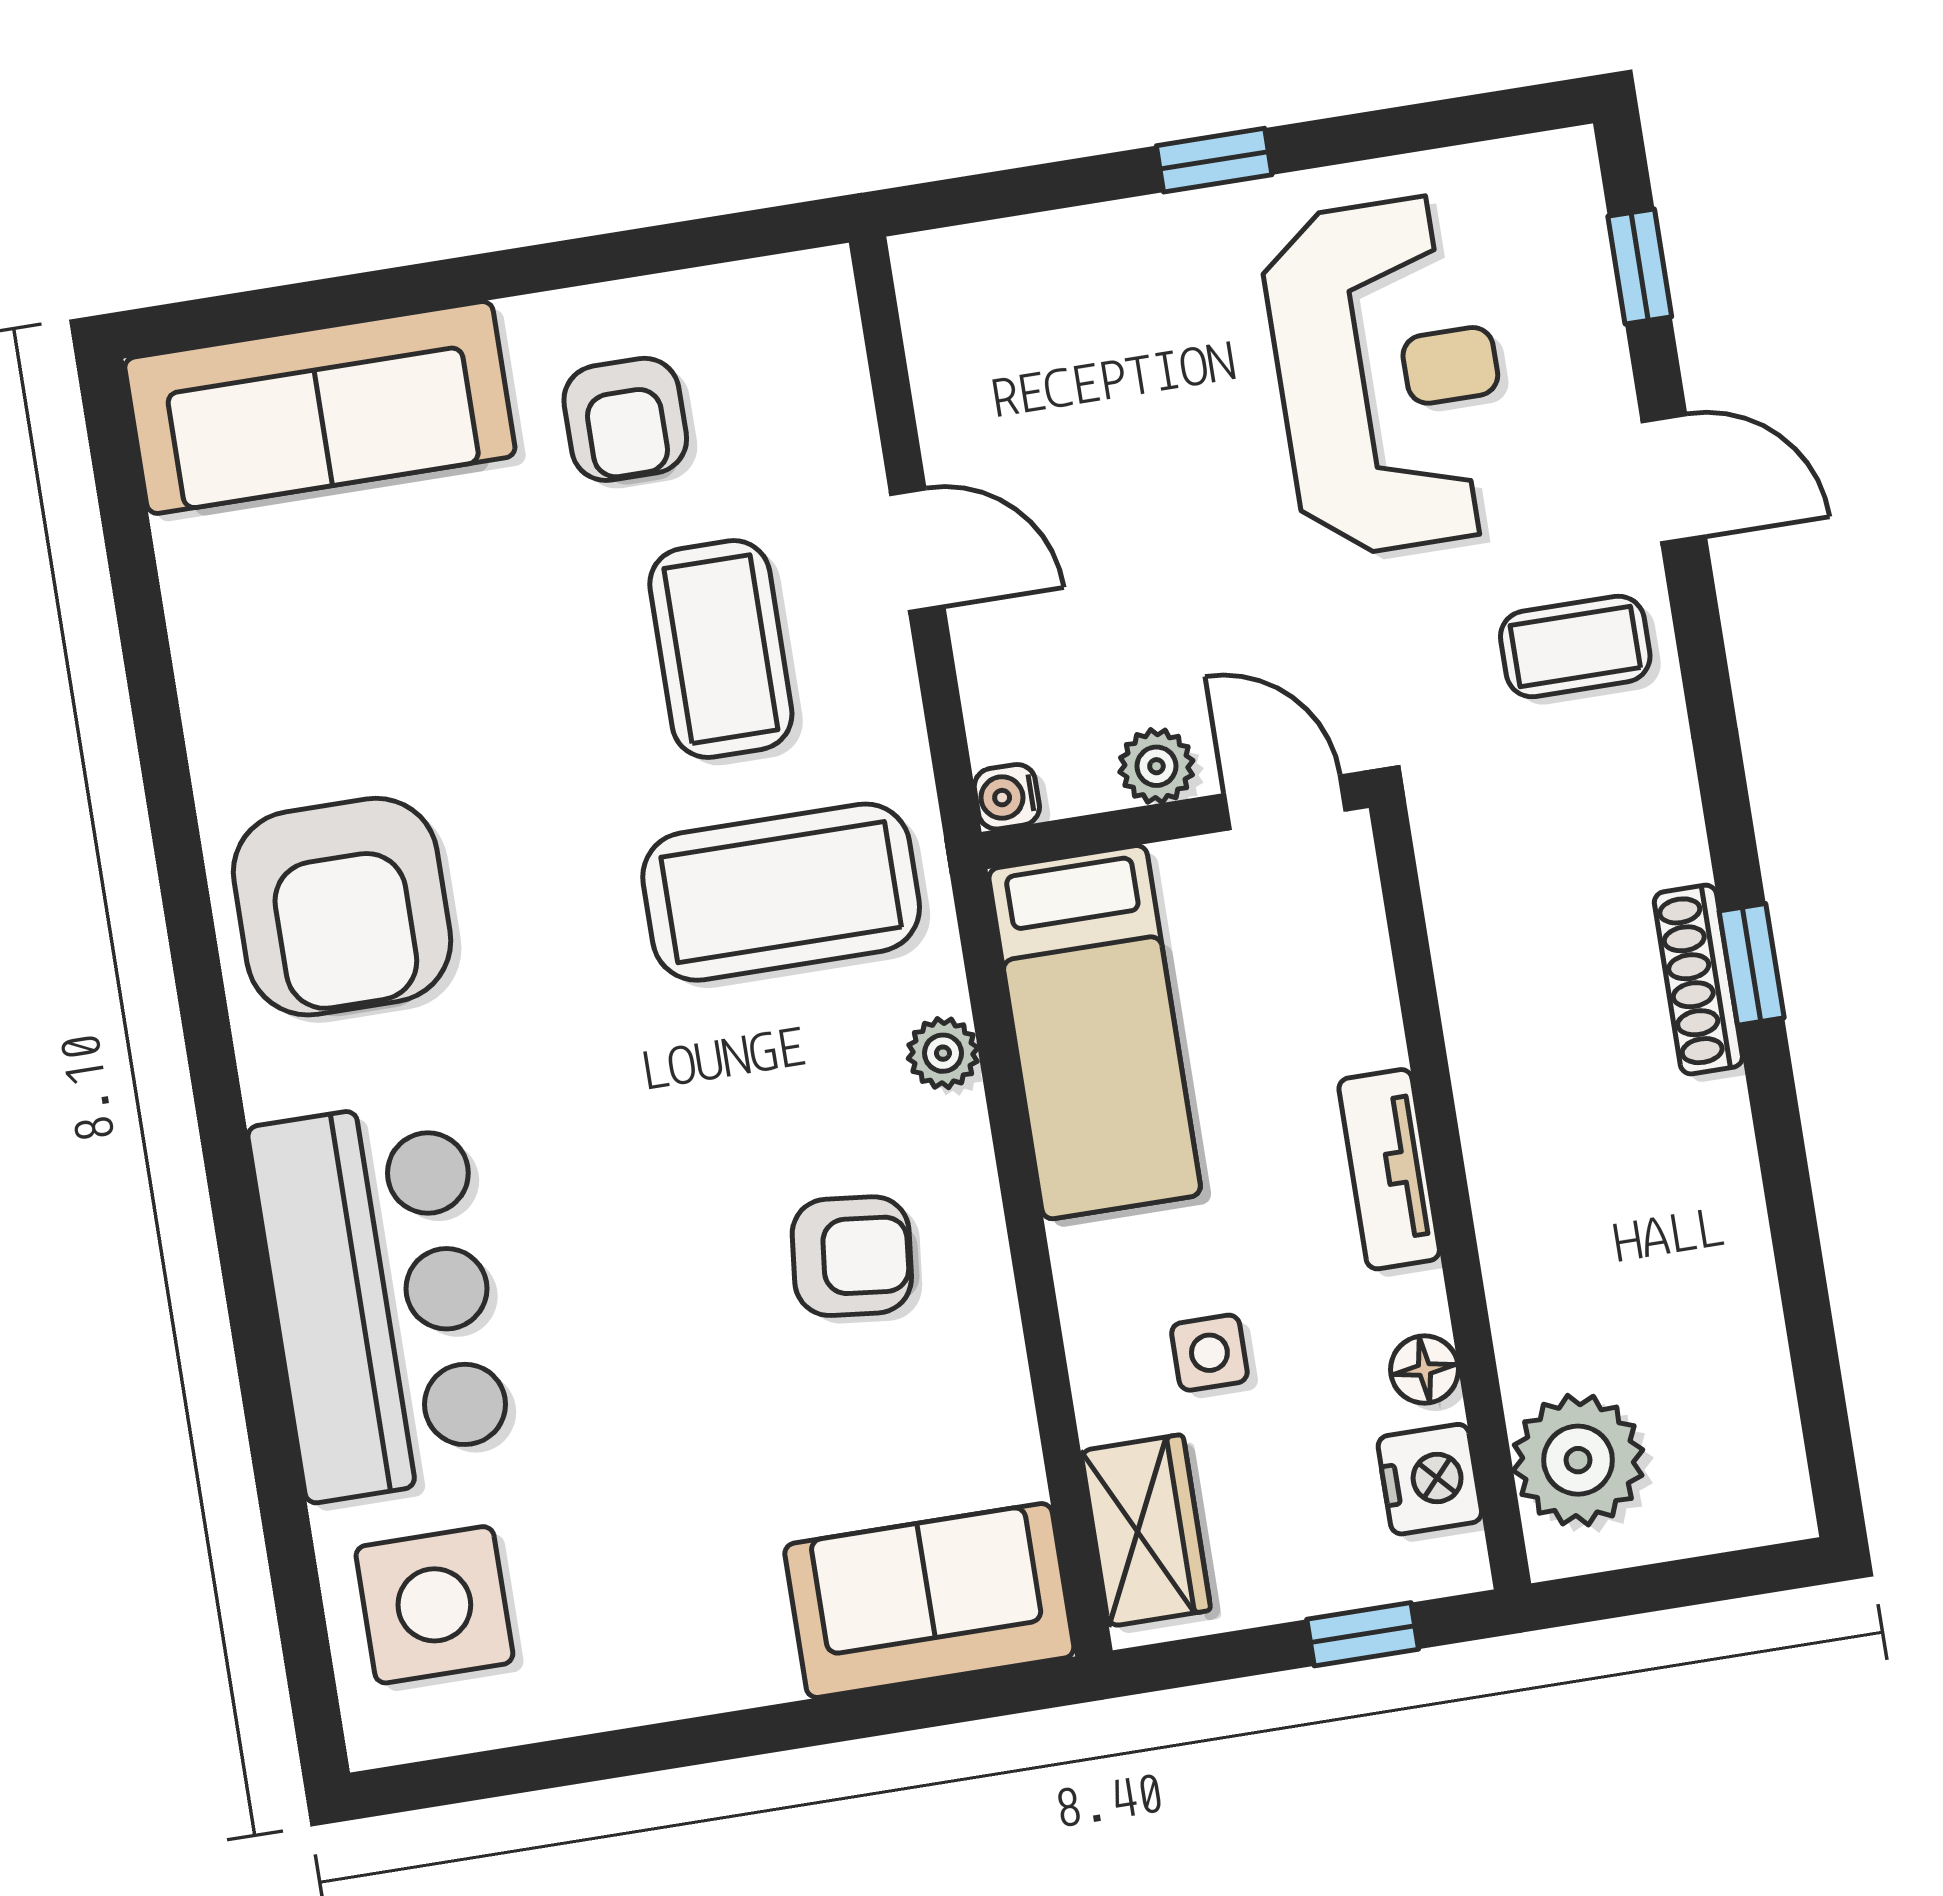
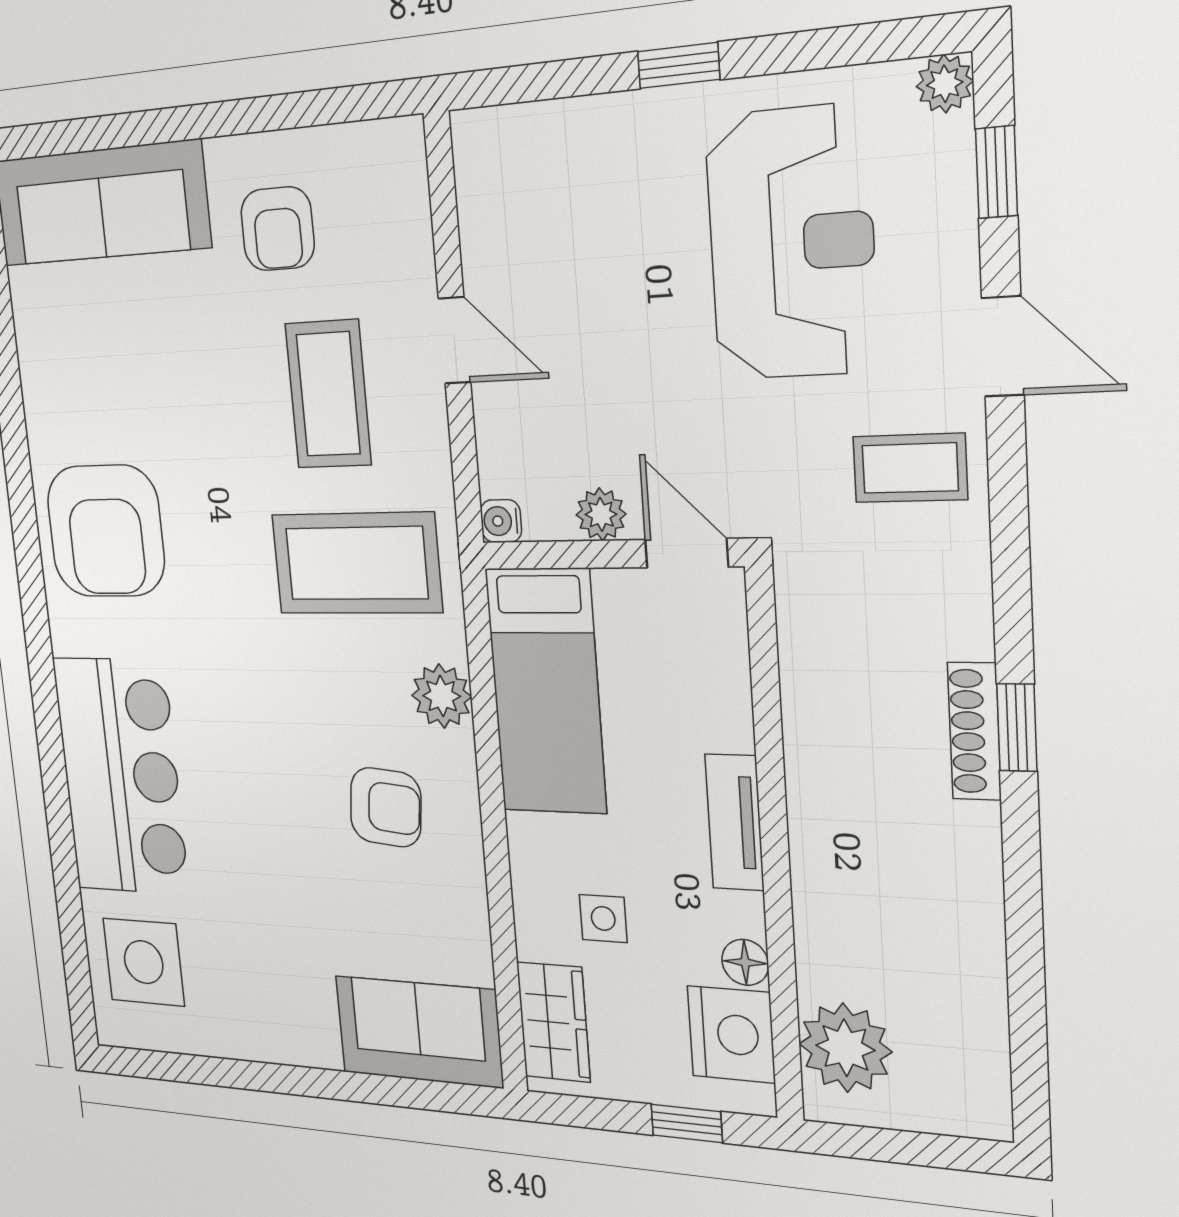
plant: (1563, 164) -> (945, 84), added
plant: (943, 1053) -> (442, 696), width x1.38, depth x1.38
nightstand: (1430, 1479) -> (731, 1034), width x1.36, depth x1.33

